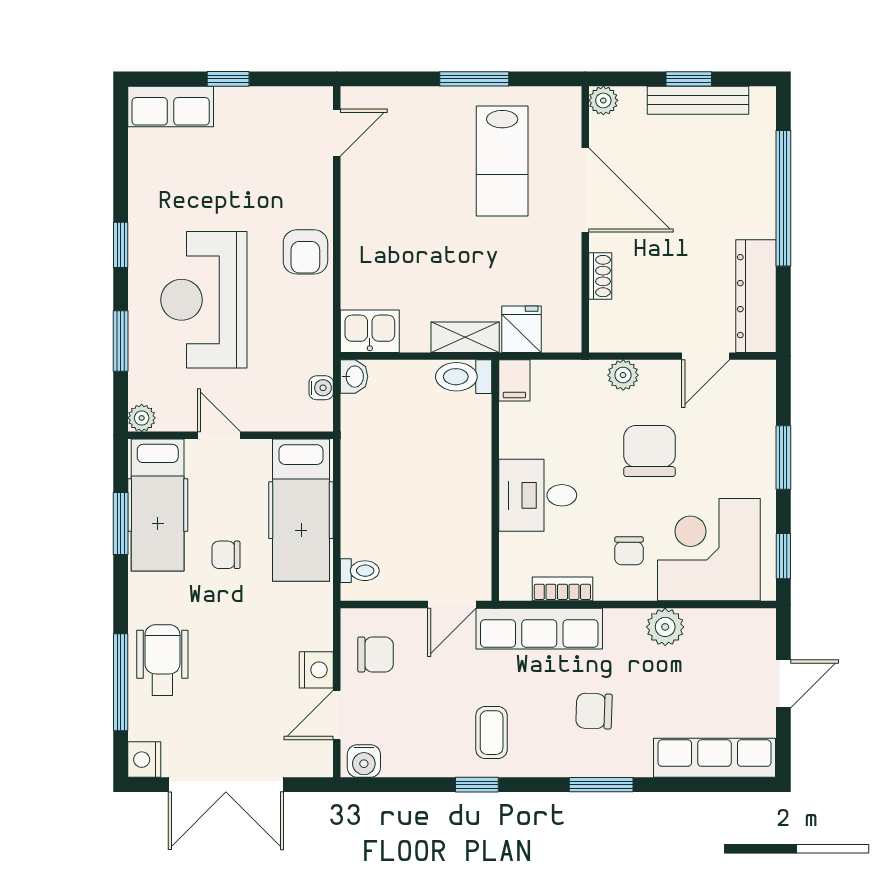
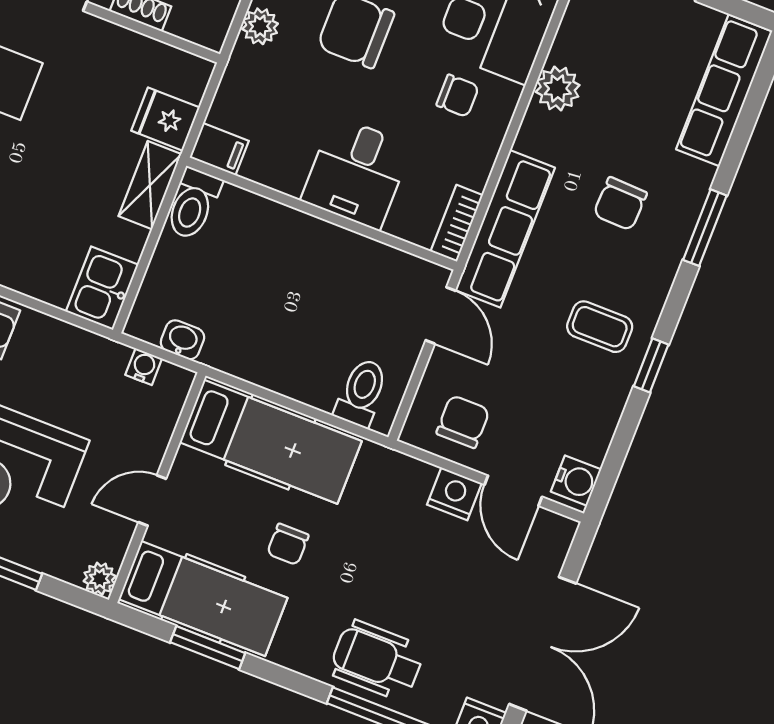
washbasin: (354, 377) -> (182, 340), moved
toilet: (360, 571) -> (361, 393), width x1.37, depth x1.39
bookcase: (562, 589) -> (457, 223), moved

